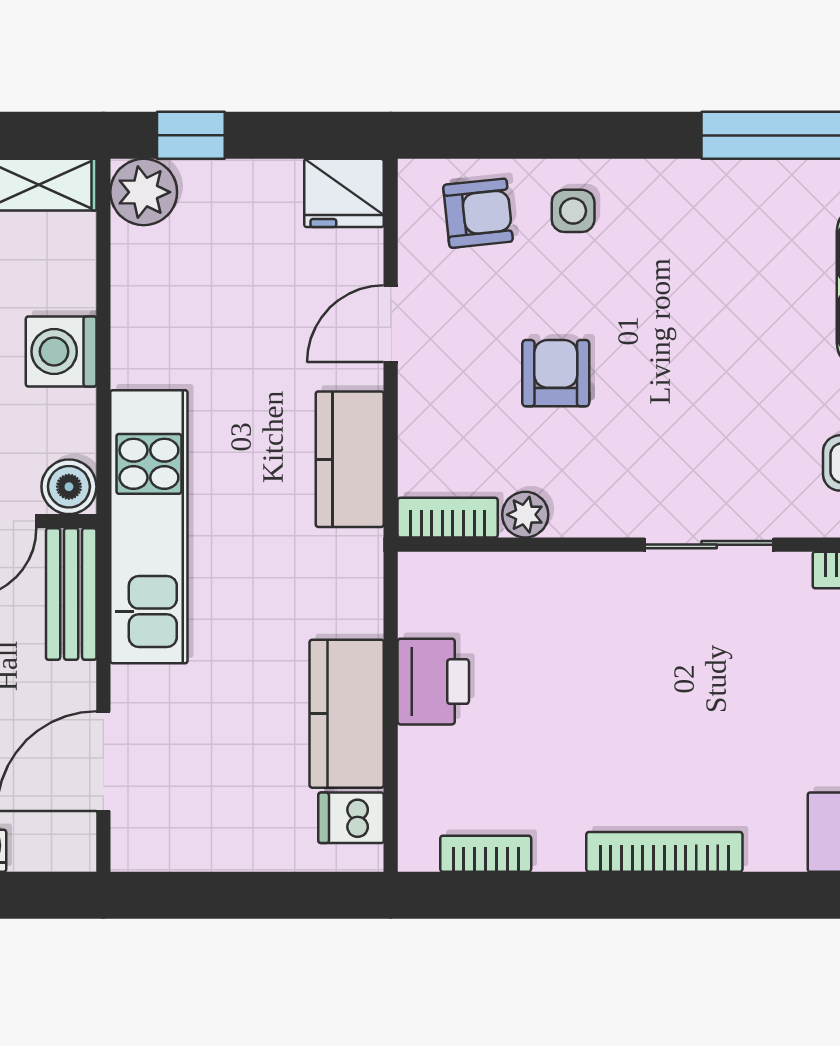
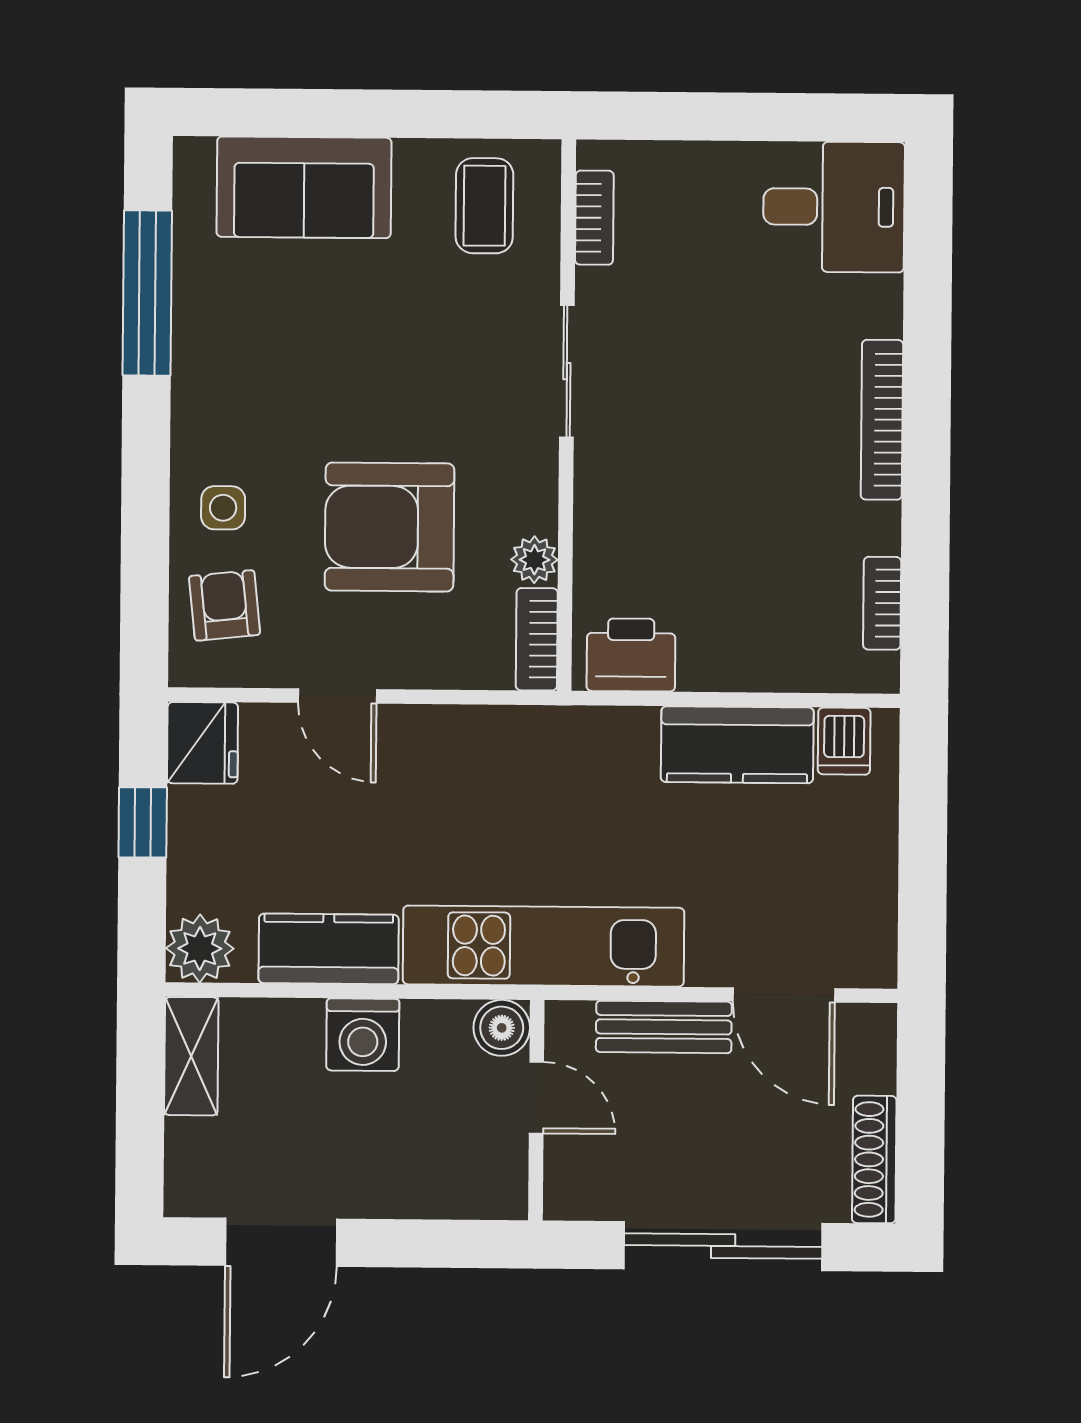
window: (191, 135) -> (143, 822), moved
armchair: (556, 373) -> (390, 527), width x1.88, depth x1.88
kitchen counter: (350, 459) -> (329, 949), moved, turned 180
bench: (71, 594) -> (664, 1027), moved
printer: (433, 682) -> (631, 655), moved

